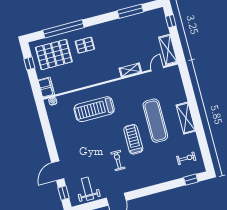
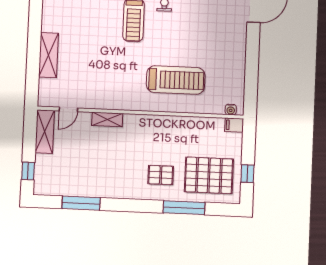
window: (63, 29) -> (184, 208), width x0.68
filing cabinet: (46, 87) -> (234, 125), width x0.50
shelving: (186, 118) -> (49, 55), moved
exercise mat: (155, 121) -> (94, 37), removed

